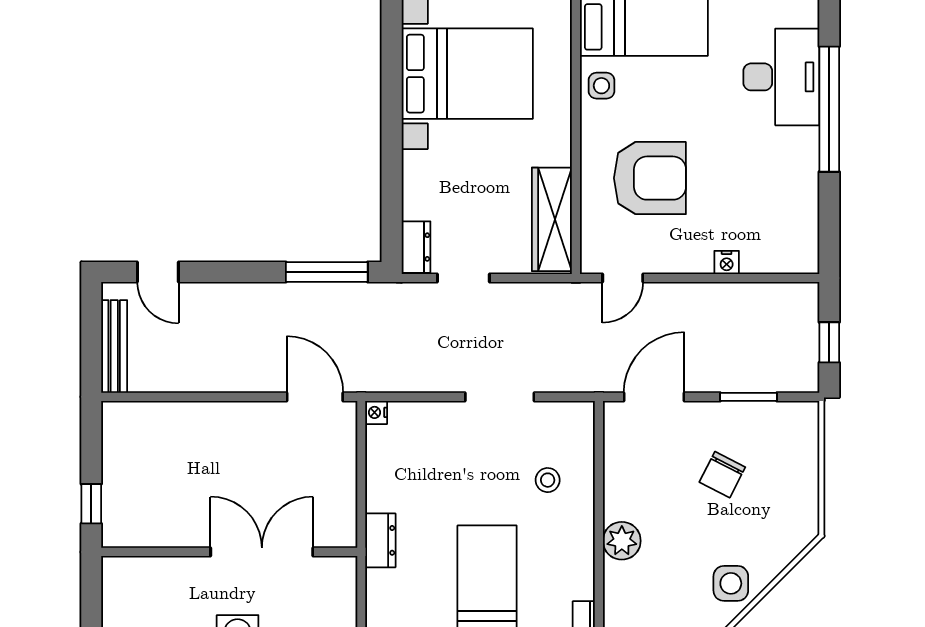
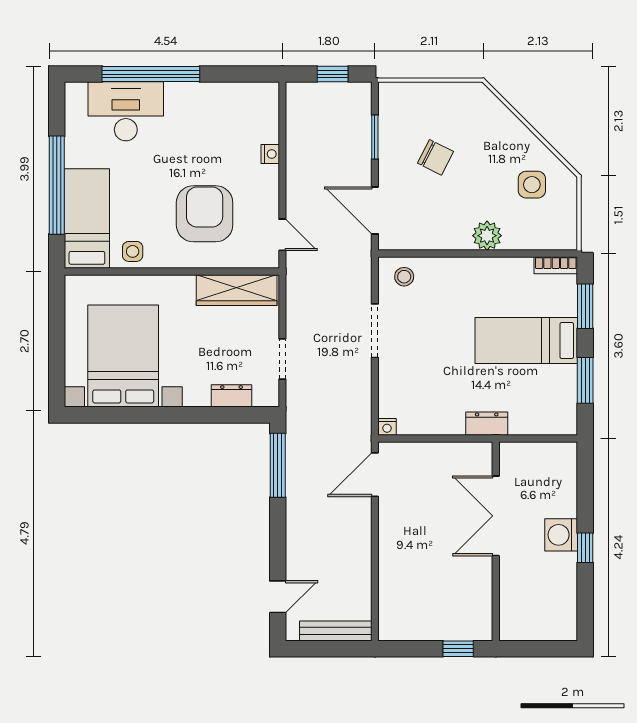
dresser: (416, 247) -> (231, 396), moved
stool: (548, 480) -> (404, 277), moved
side table: (731, 583) -> (532, 185), moved

